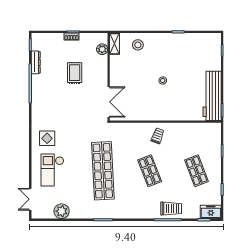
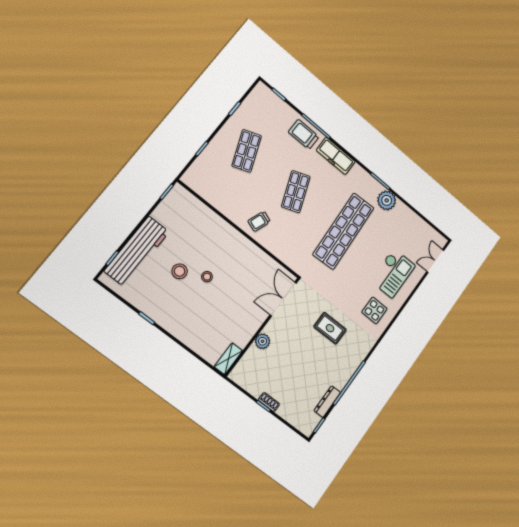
stool: (138, 45) -> (180, 271), moved
plant: (102, 49) -> (263, 341), moved
rug: (75, 73) -> (330, 328), moved, turned 90
workbench: (212, 96) -> (137, 251), moved
double door: (30, 199) -> (435, 261), swing flipped
plant: (62, 211) -> (387, 200), moved
freezer: (211, 212) -> (336, 156), moved, width x1.40

